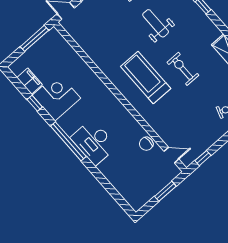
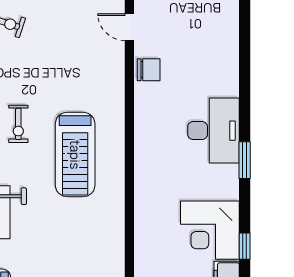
exercise bike: (183, 69) -> (18, 124), width x0.73, depth x0.72
window: (68, 141) -> (245, 160), width x0.47

